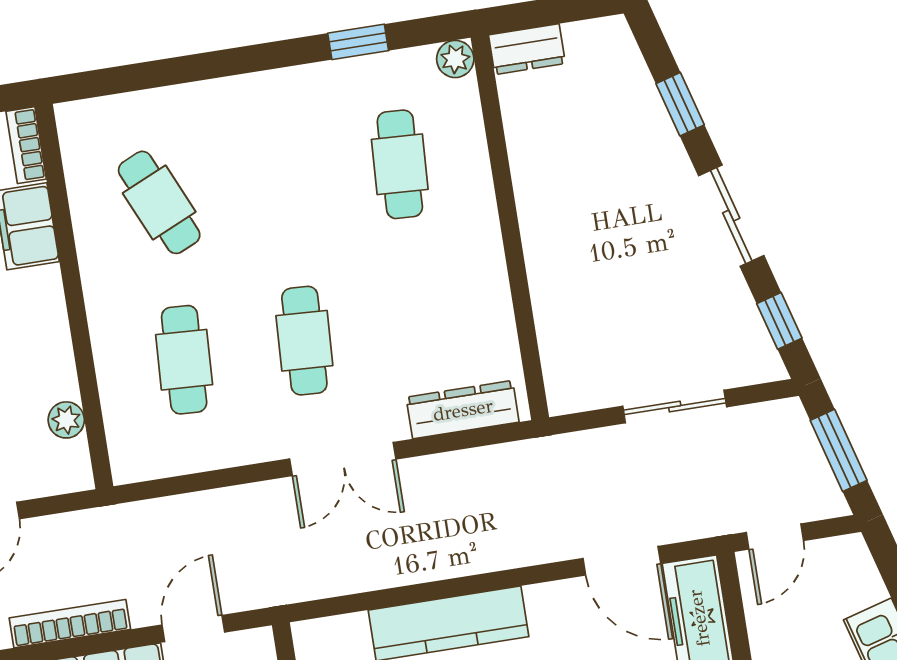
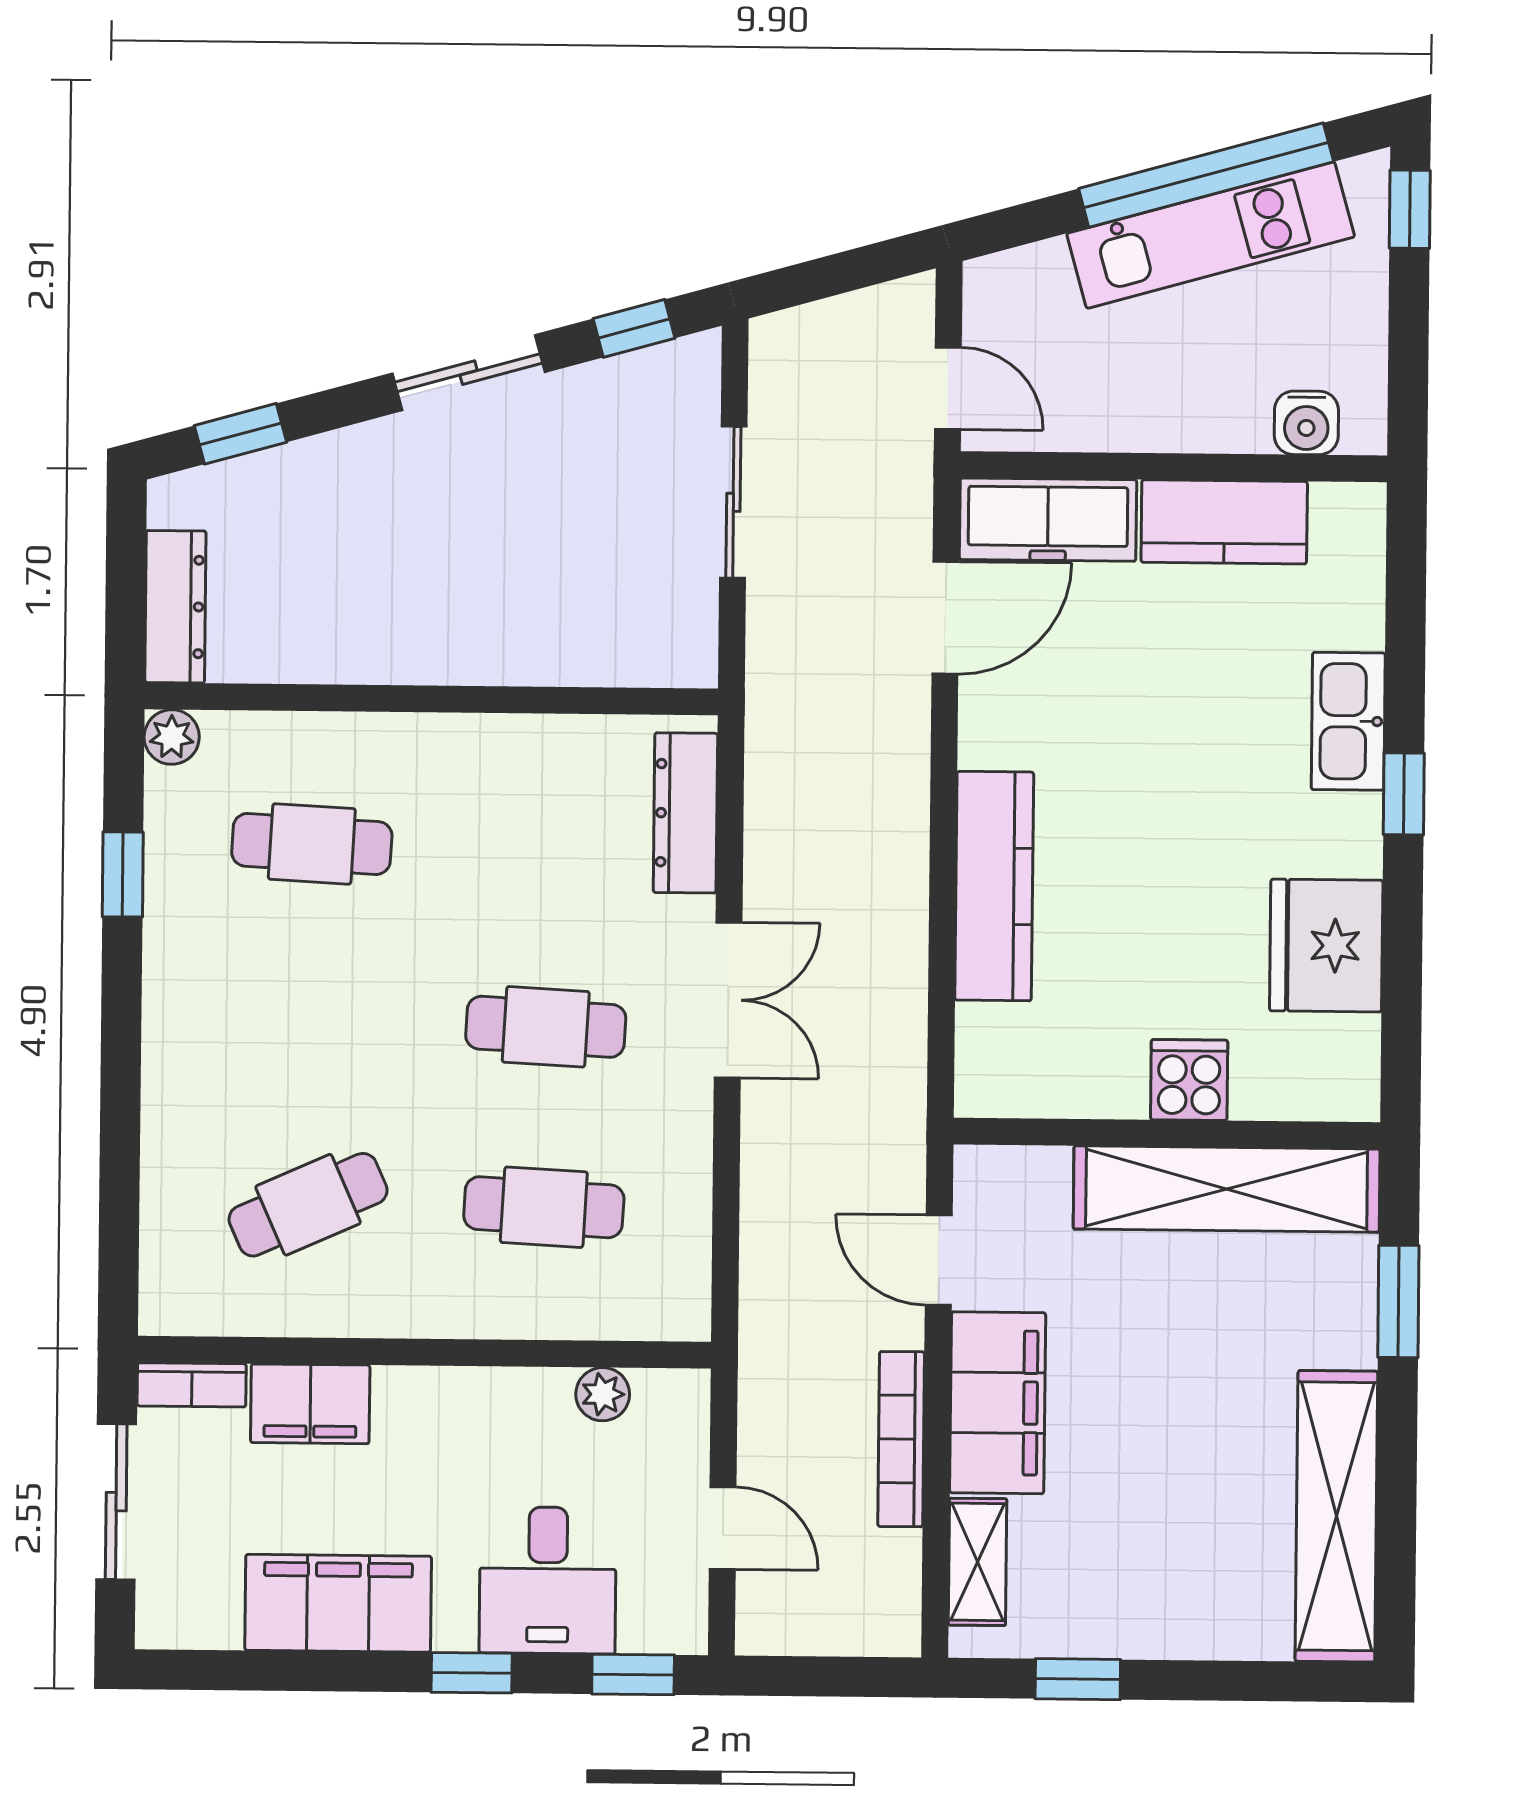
dresser: (527, 49) -> (175, 607), width x1.44
window: (680, 104) -> (240, 434), moved
window: (839, 450) -> (838, 274), removed

